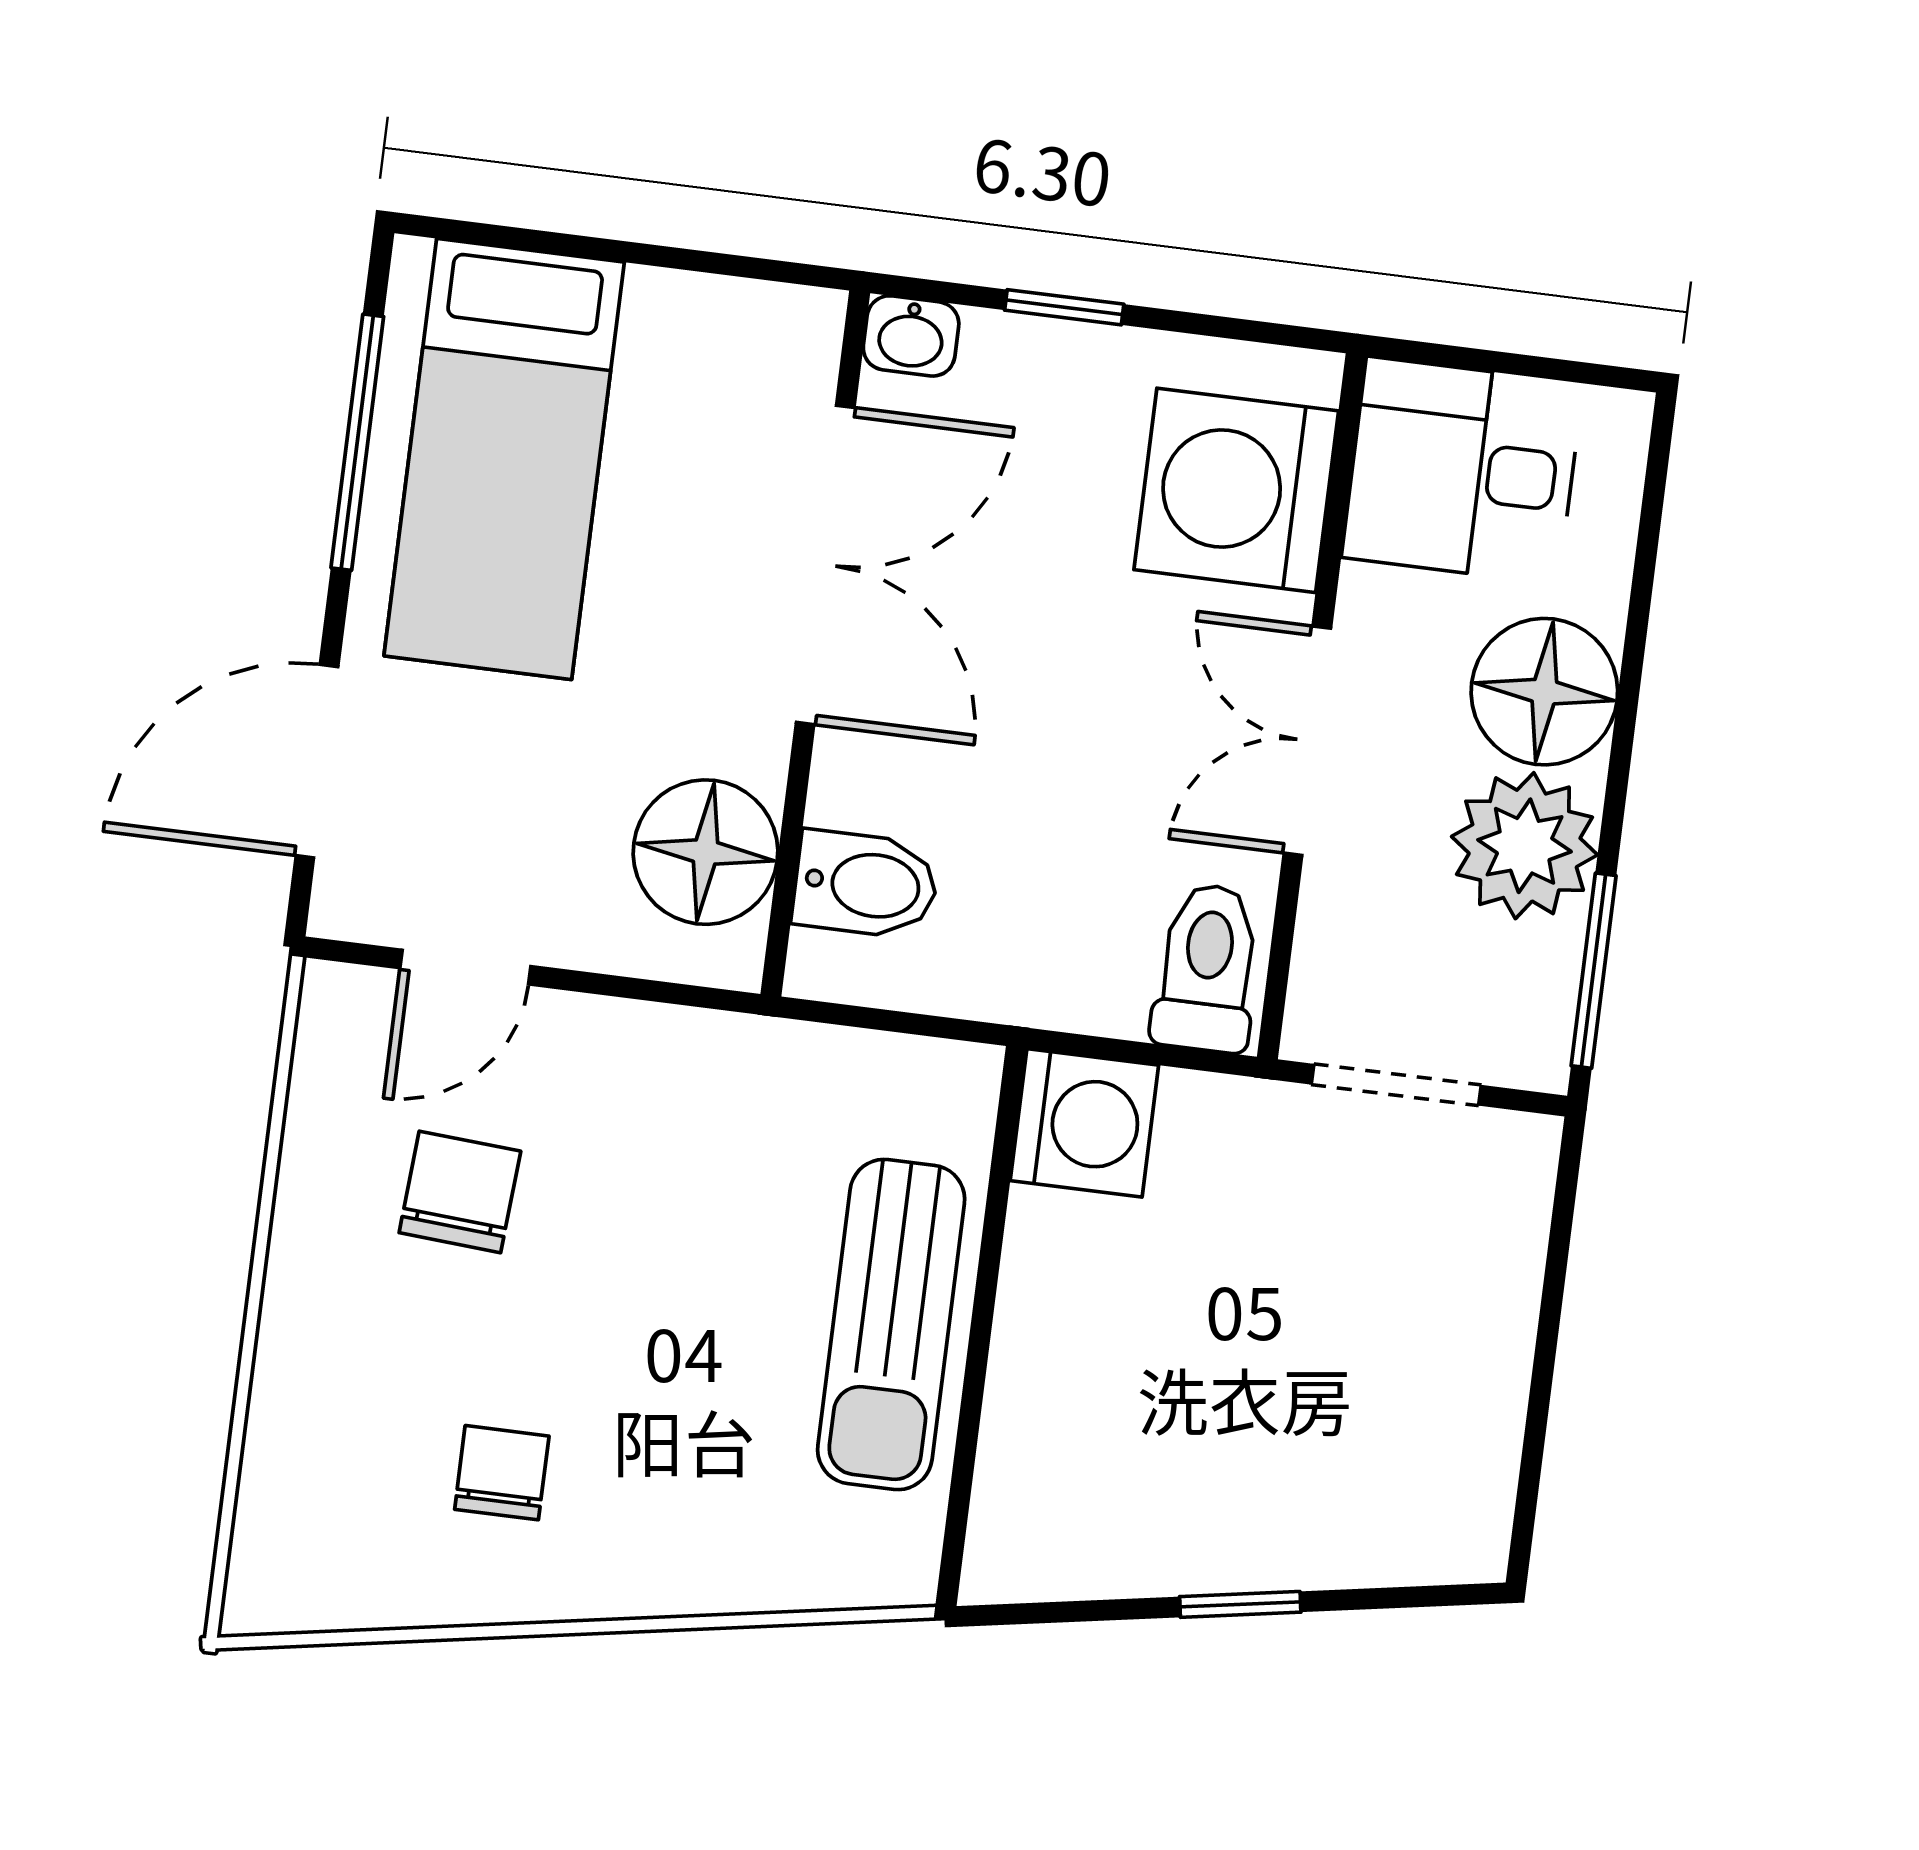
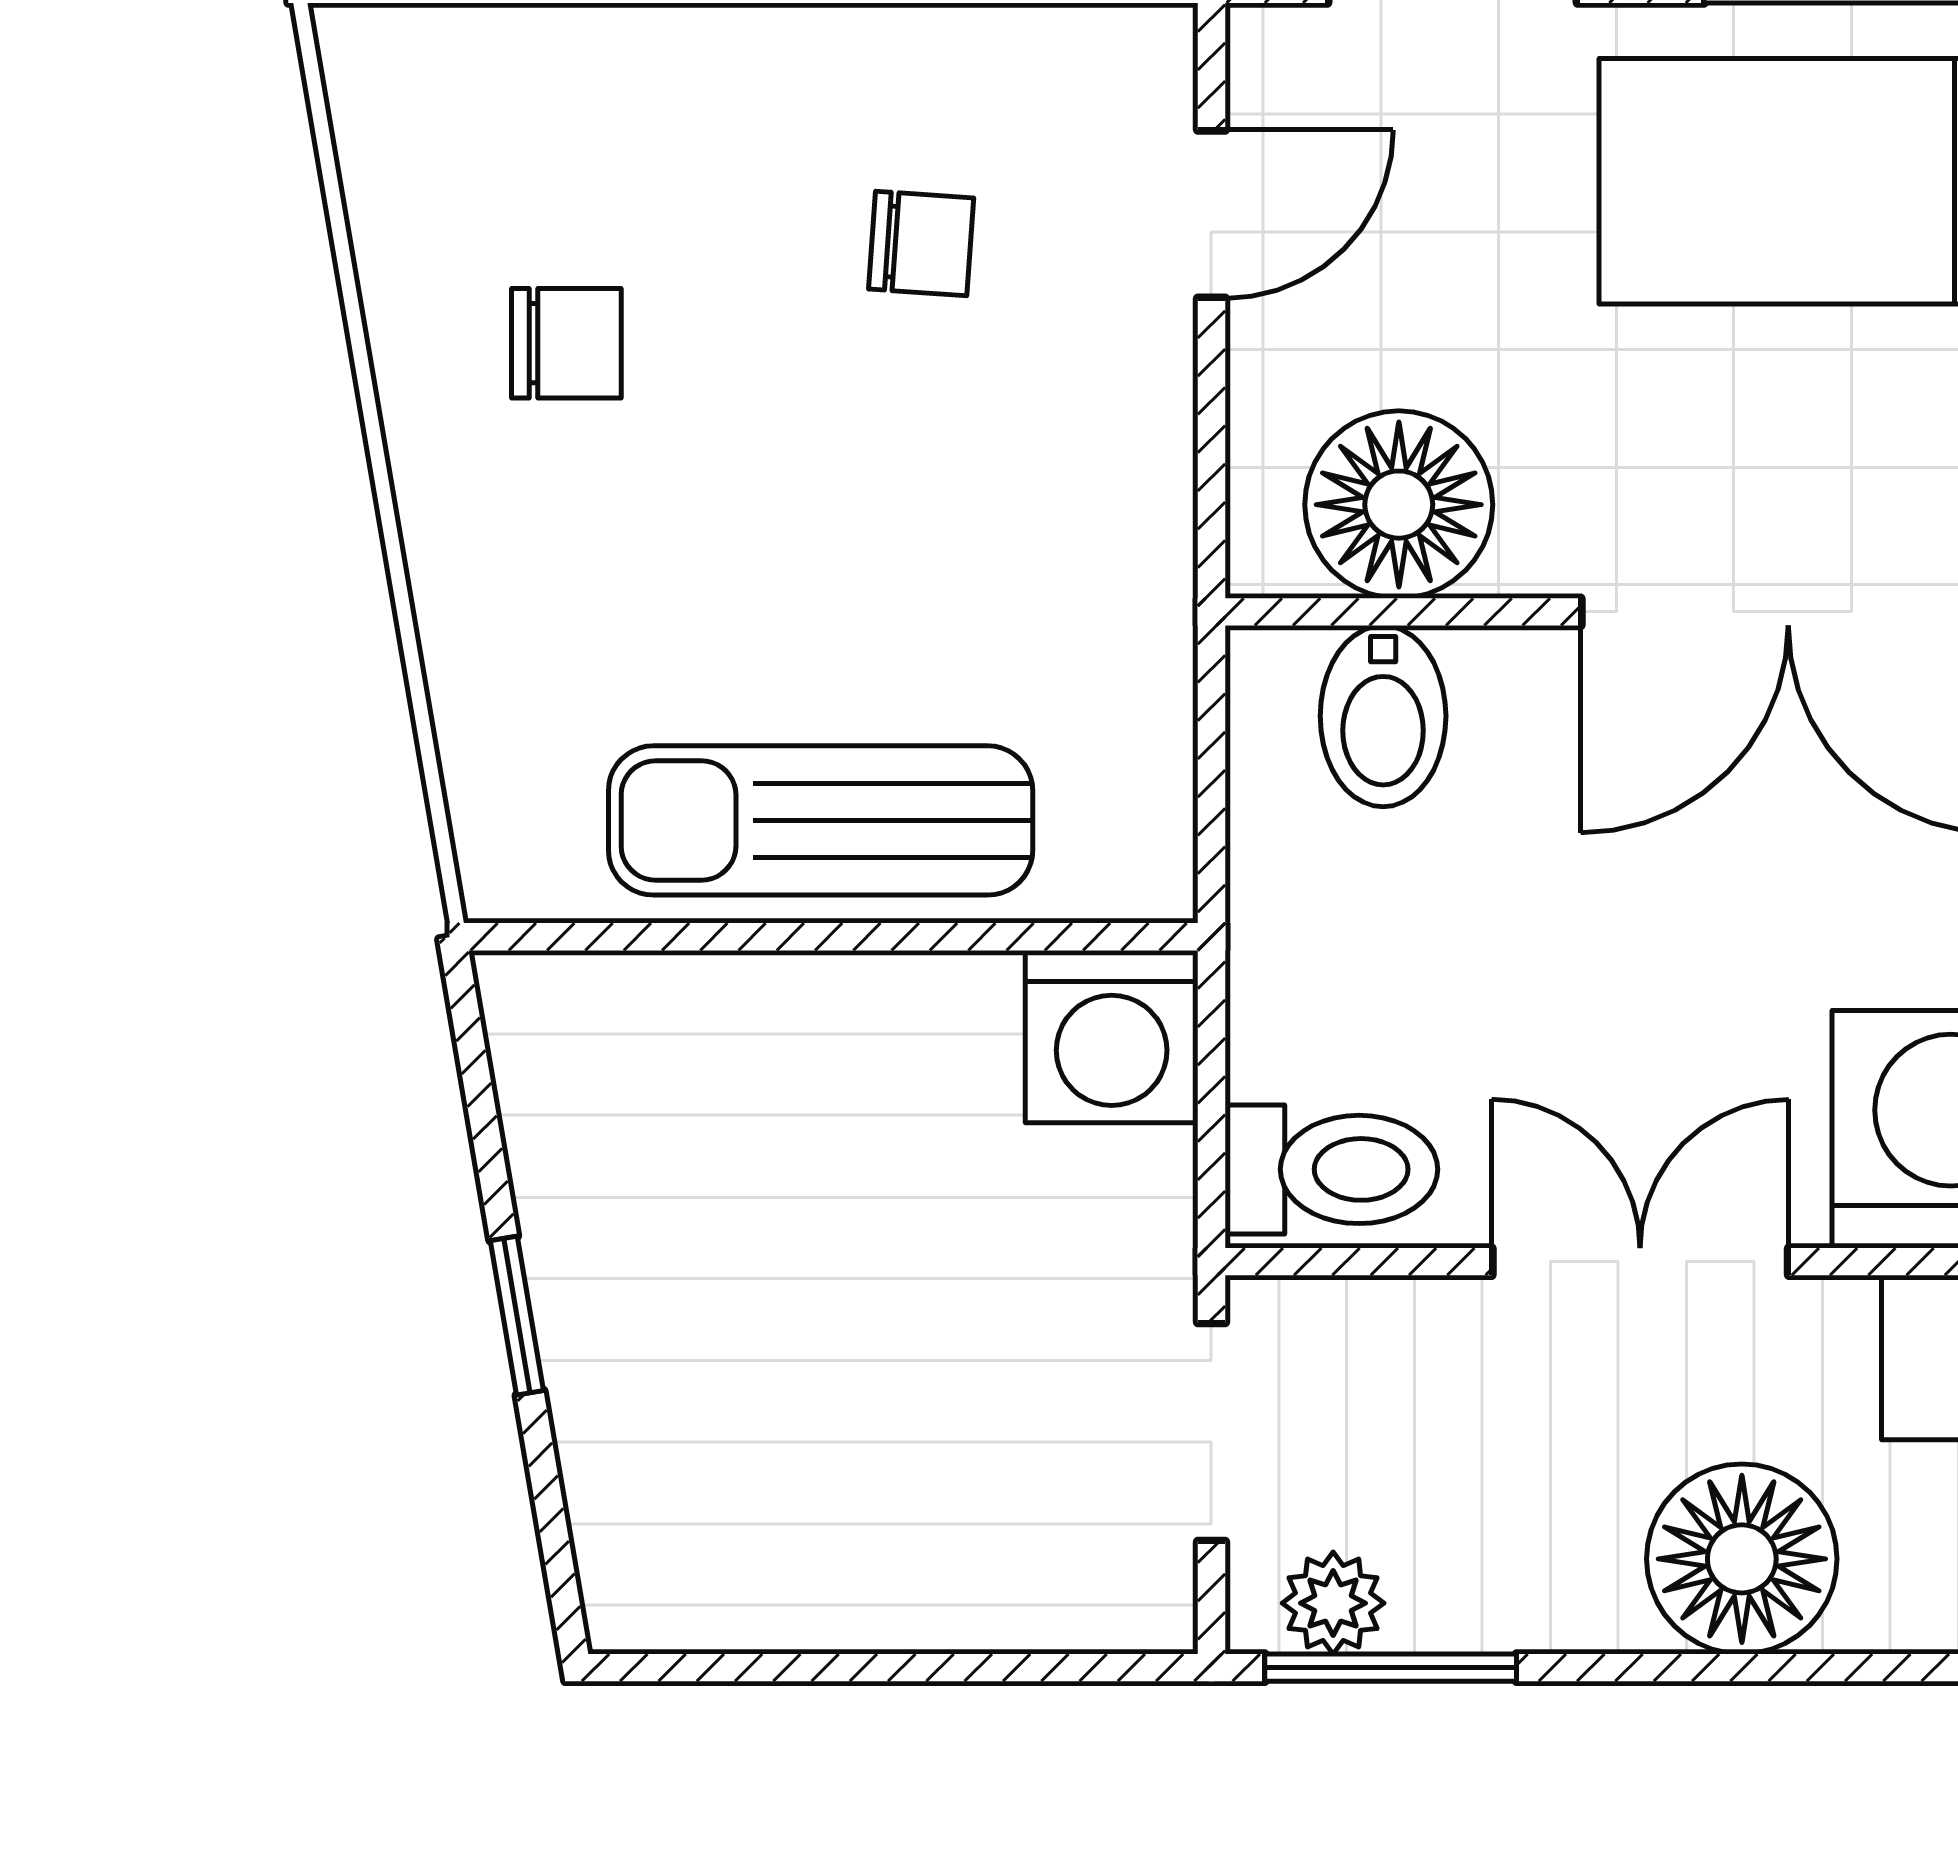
plant: (1525, 846) -> (1333, 1603), moved, width x0.53, depth x0.53
door: (465, 967) -> (1211, 214), swing flipped
chair: (460, 1192) -> (921, 244), width x0.73, depth x0.73

